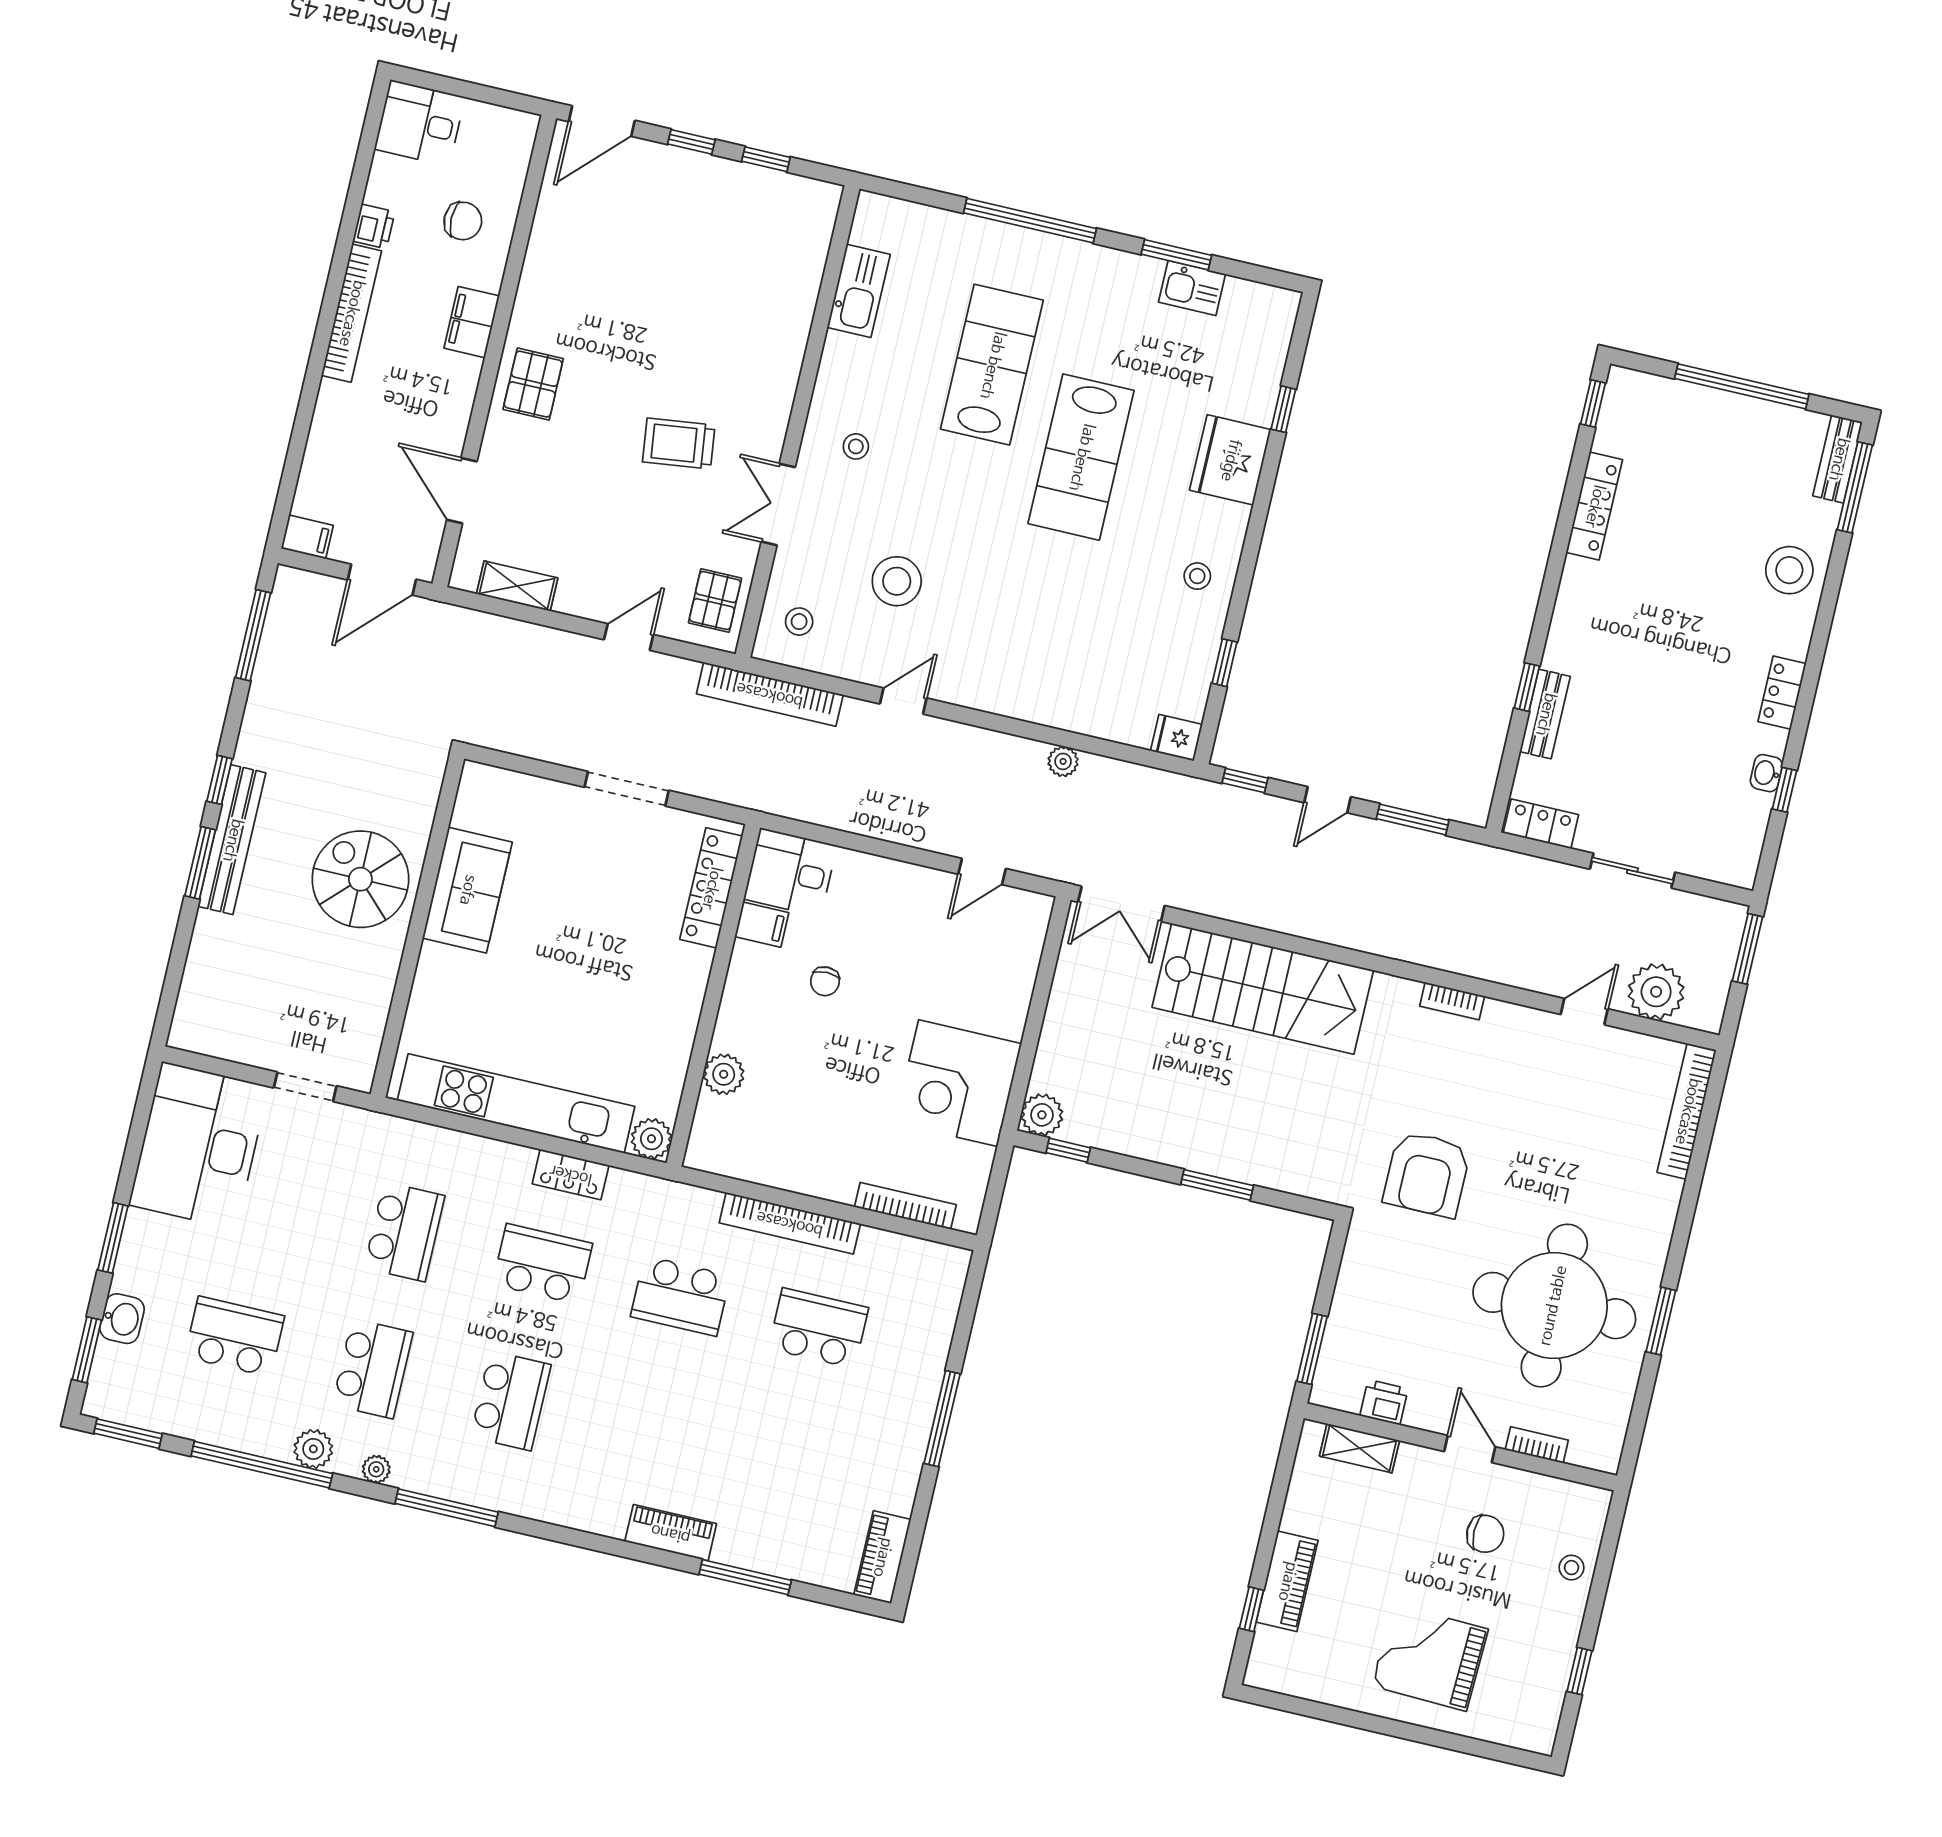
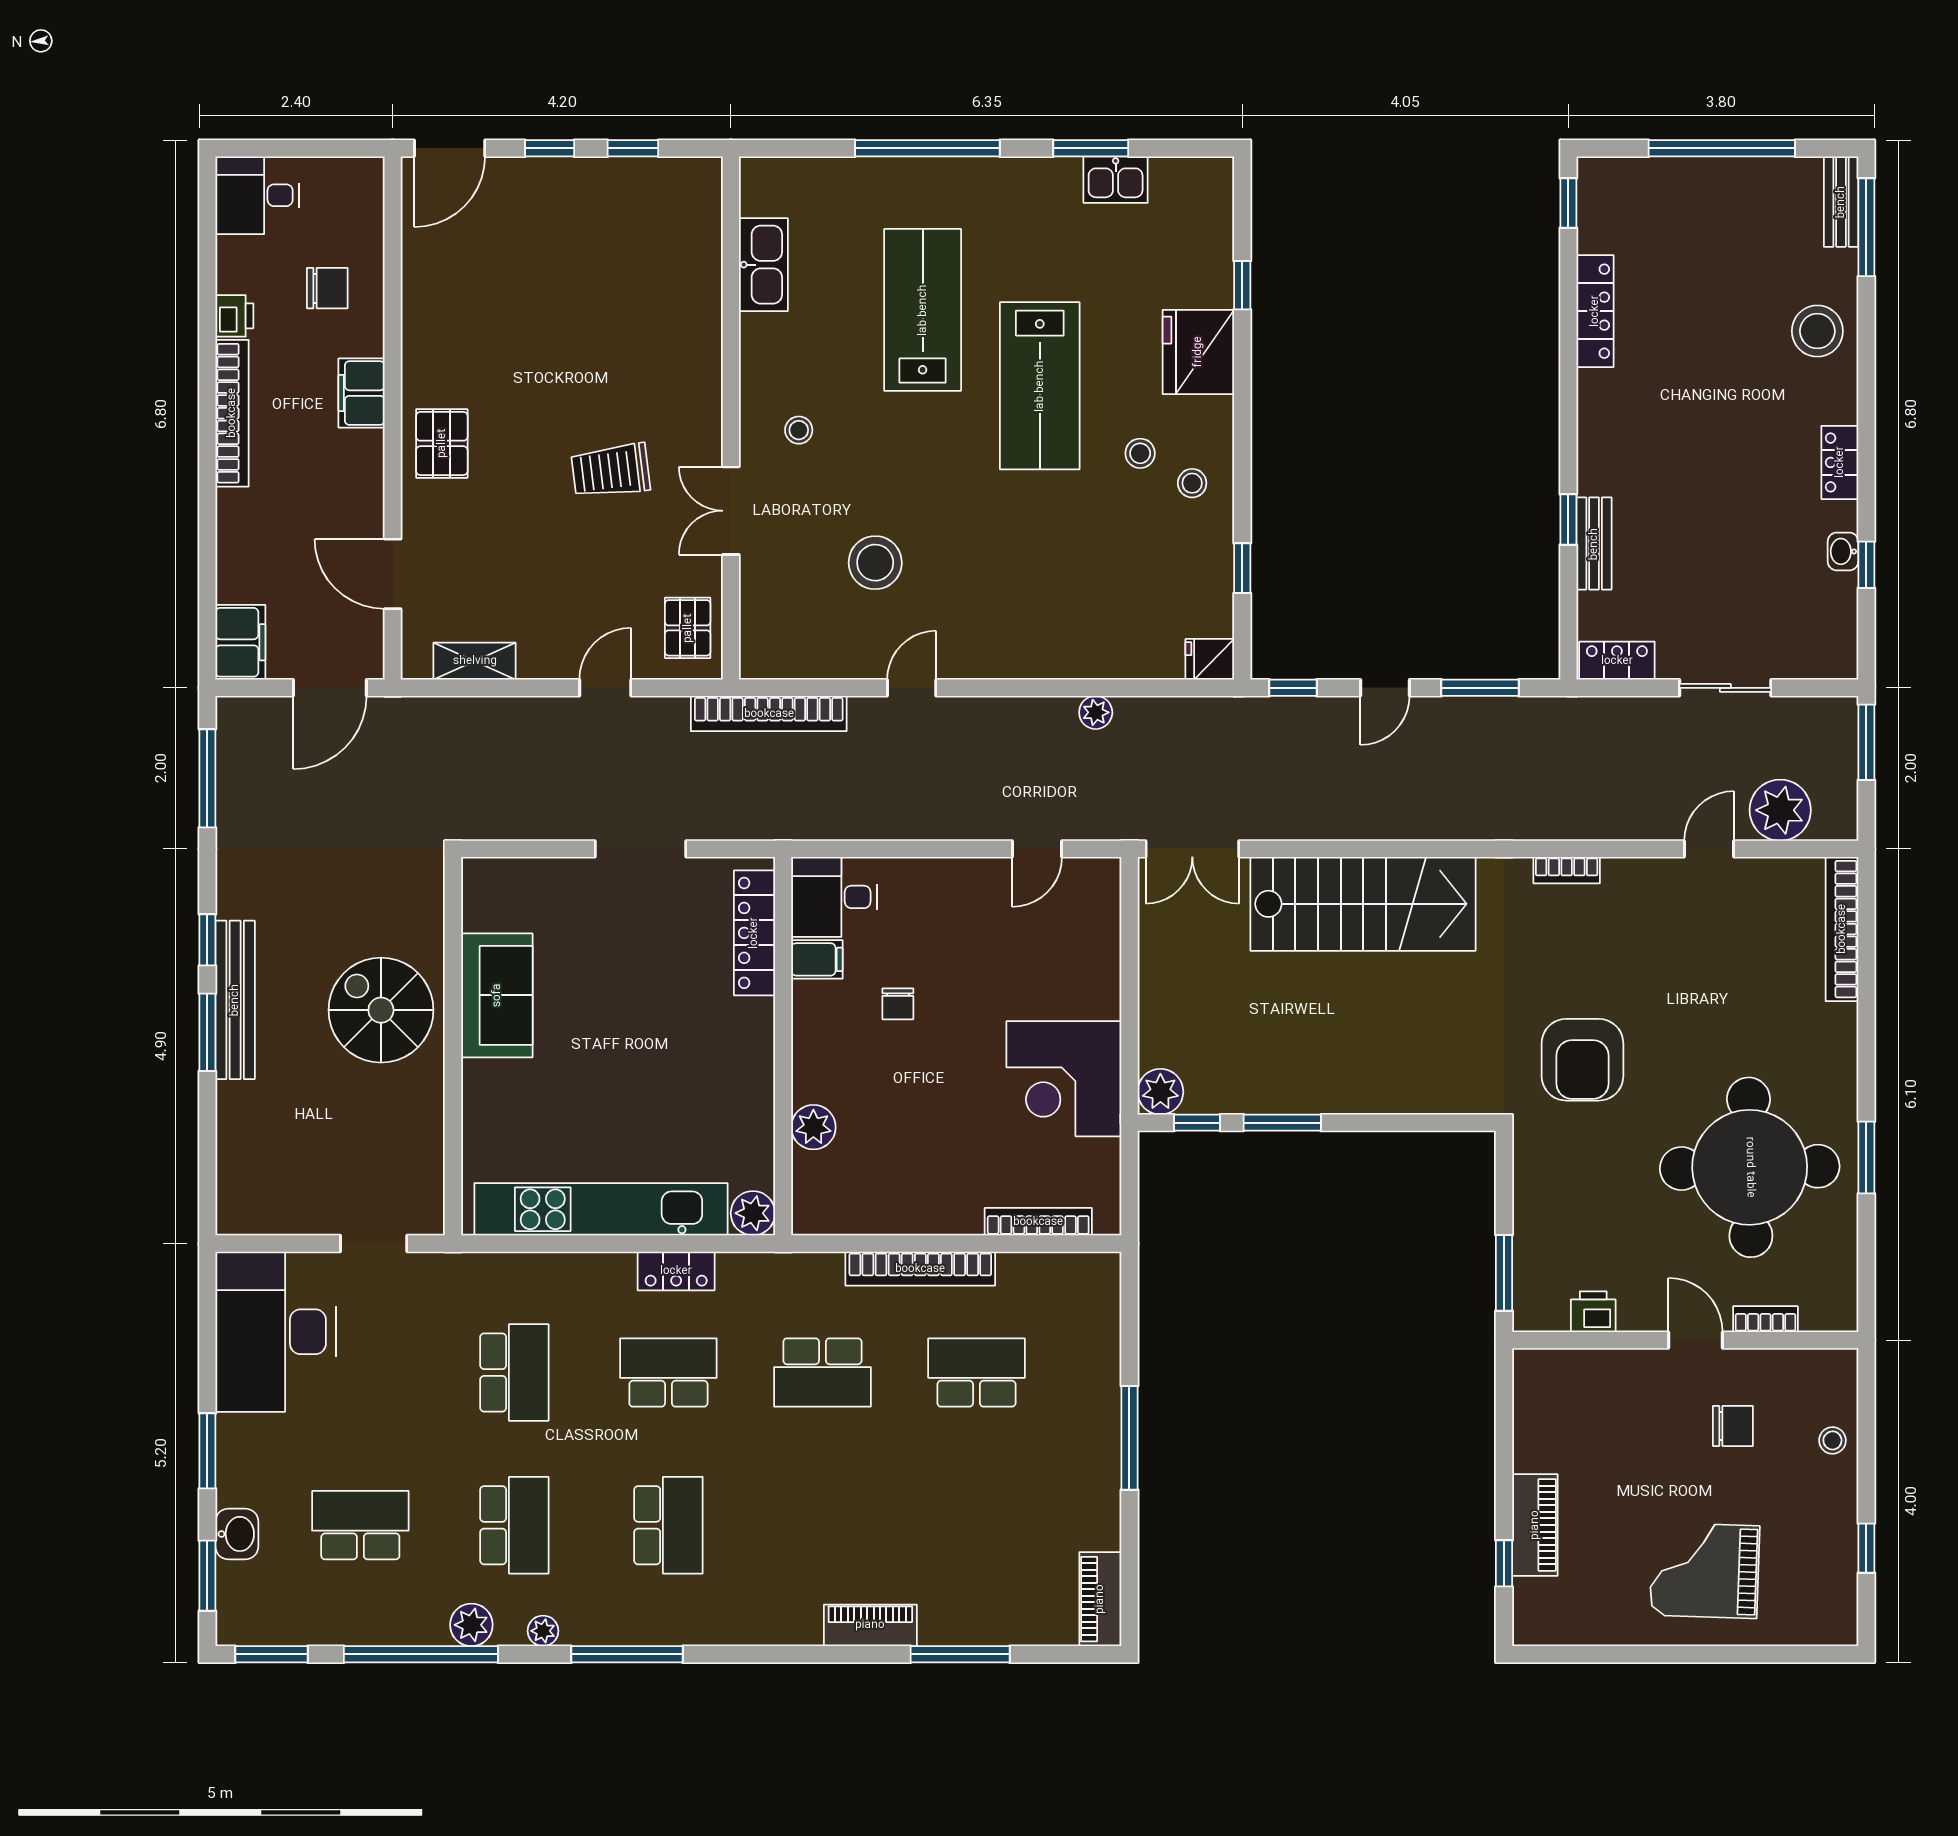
filing cabinet: (307, 537) -> (240, 642), width x2.00
stool: (799, 622) -> (1140, 453), moved
window: (1217, 1185) -> (1282, 1123), moved
shelving: (1359, 1448) -> (1579, 1366), removed

